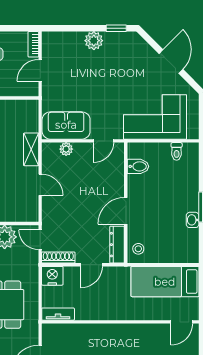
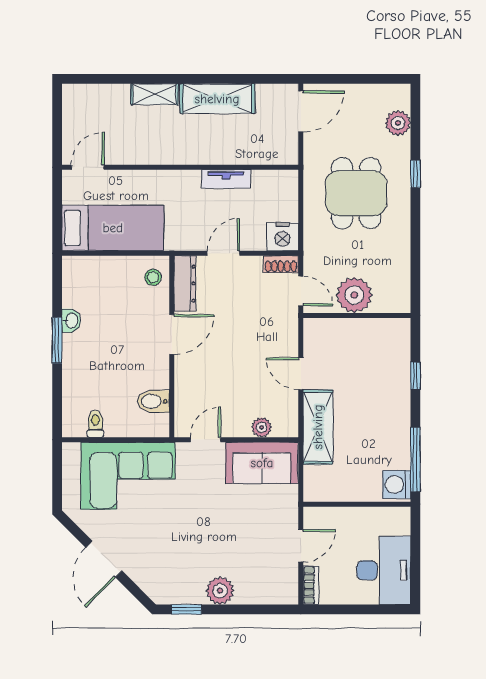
shelving: (31, 149) -> (318, 427), width x1.50, depth x1.33
shoe rack: (58, 257) -> (281, 264), width x0.70
tv unit: (58, 314) -> (226, 179), moved

